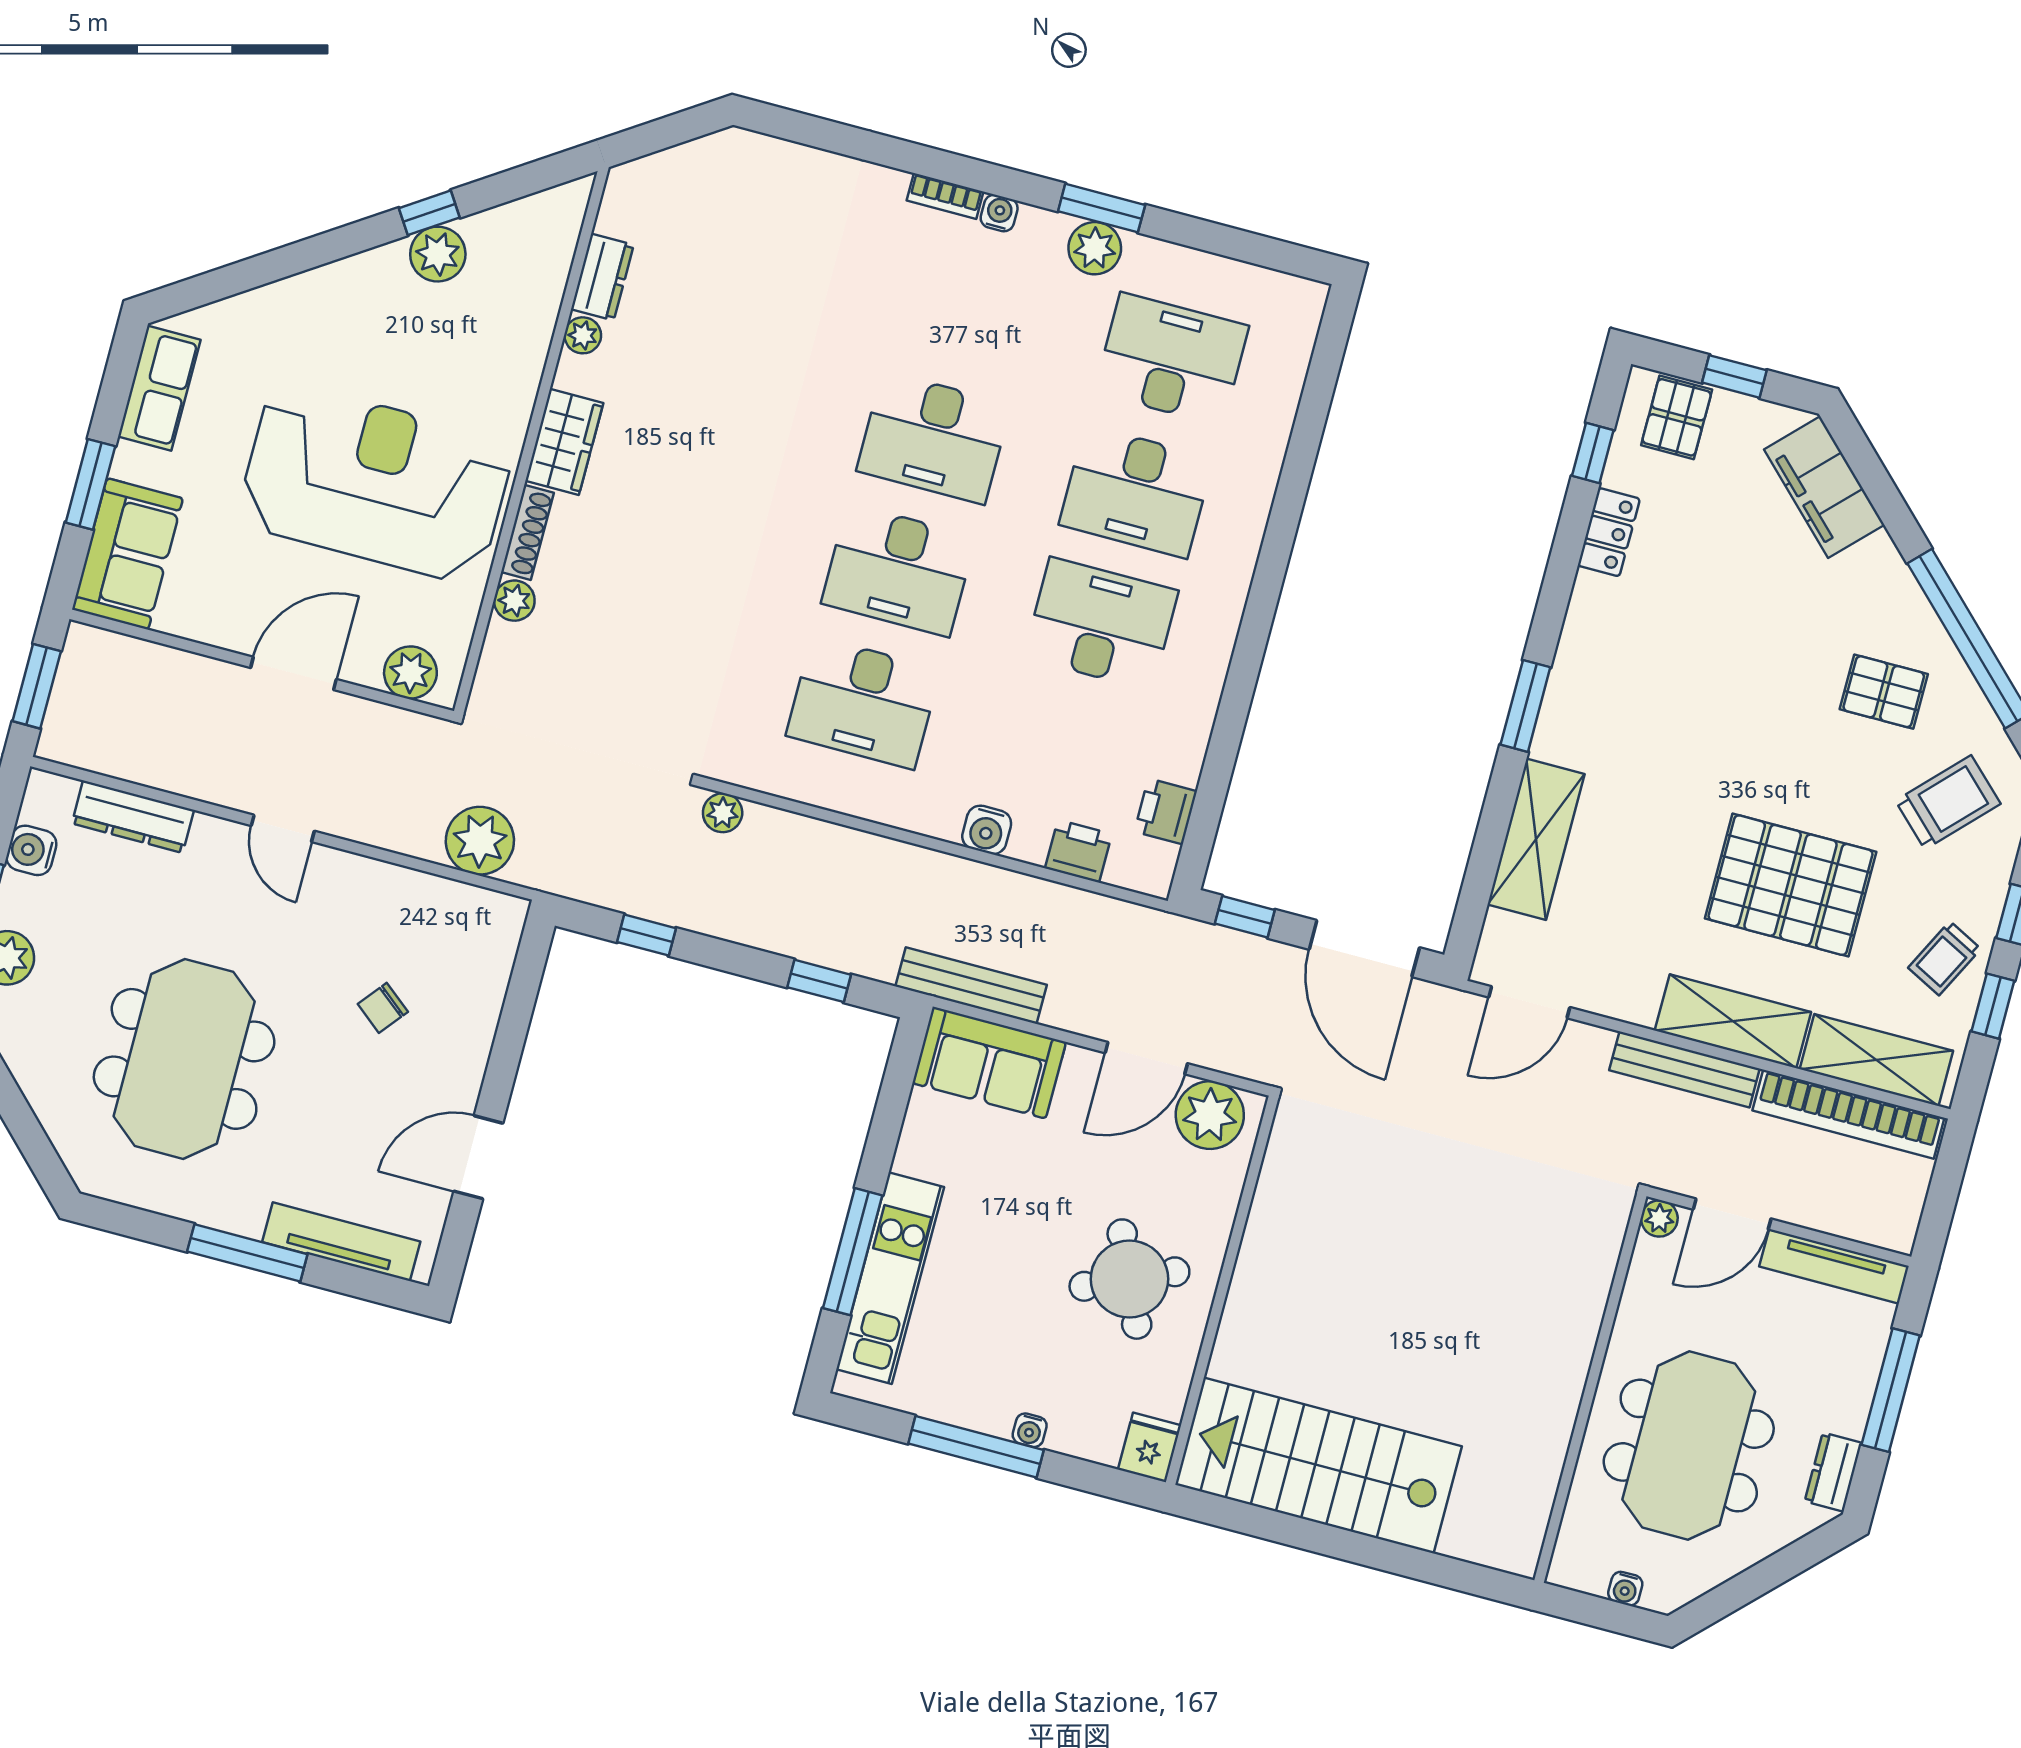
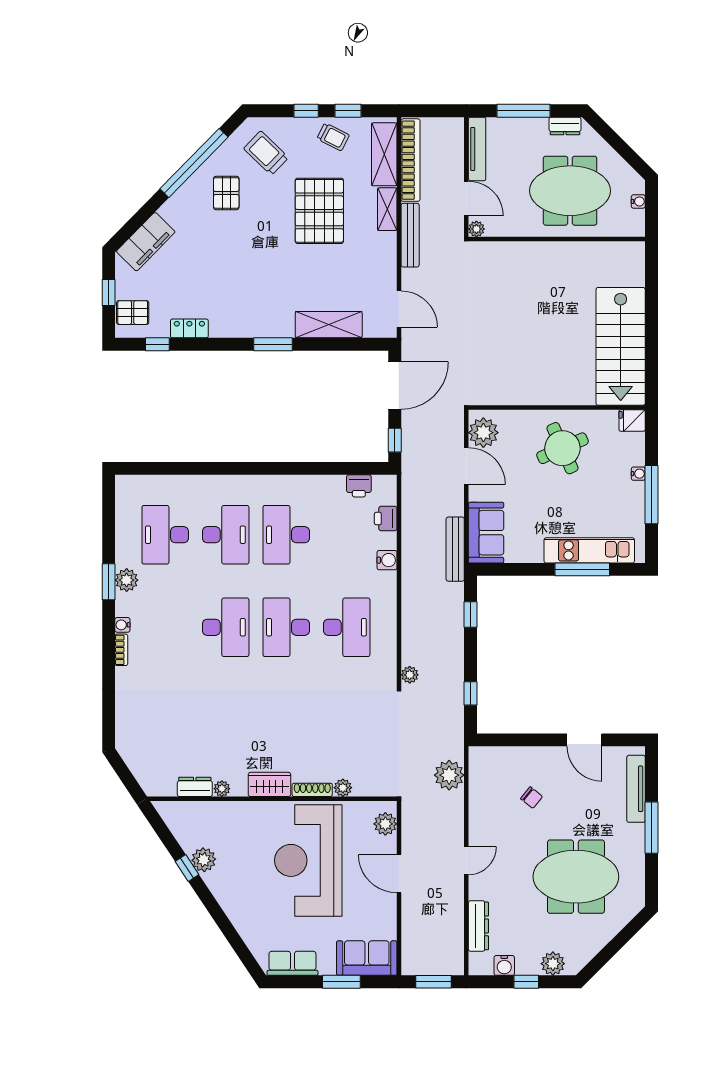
desk: (898, 570) -> (286, 627), turned 180
shelving: (1733, 1021) -> (387, 209), width x0.67, depth x0.75

